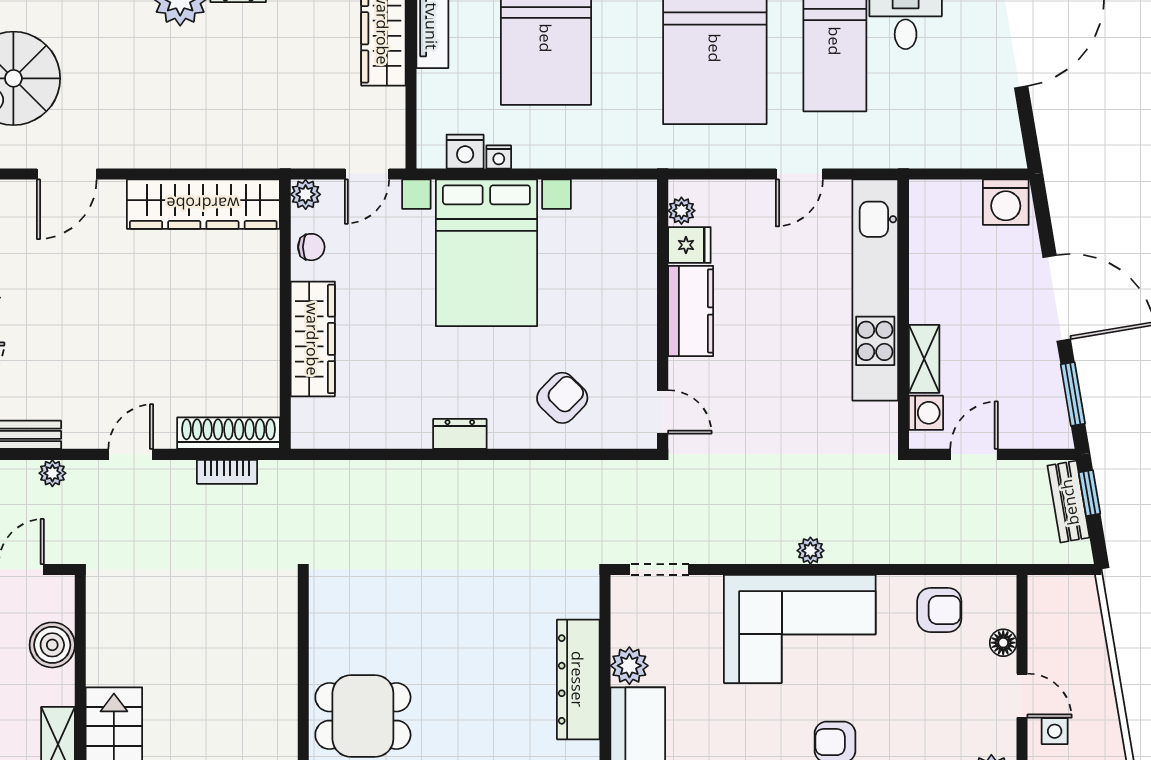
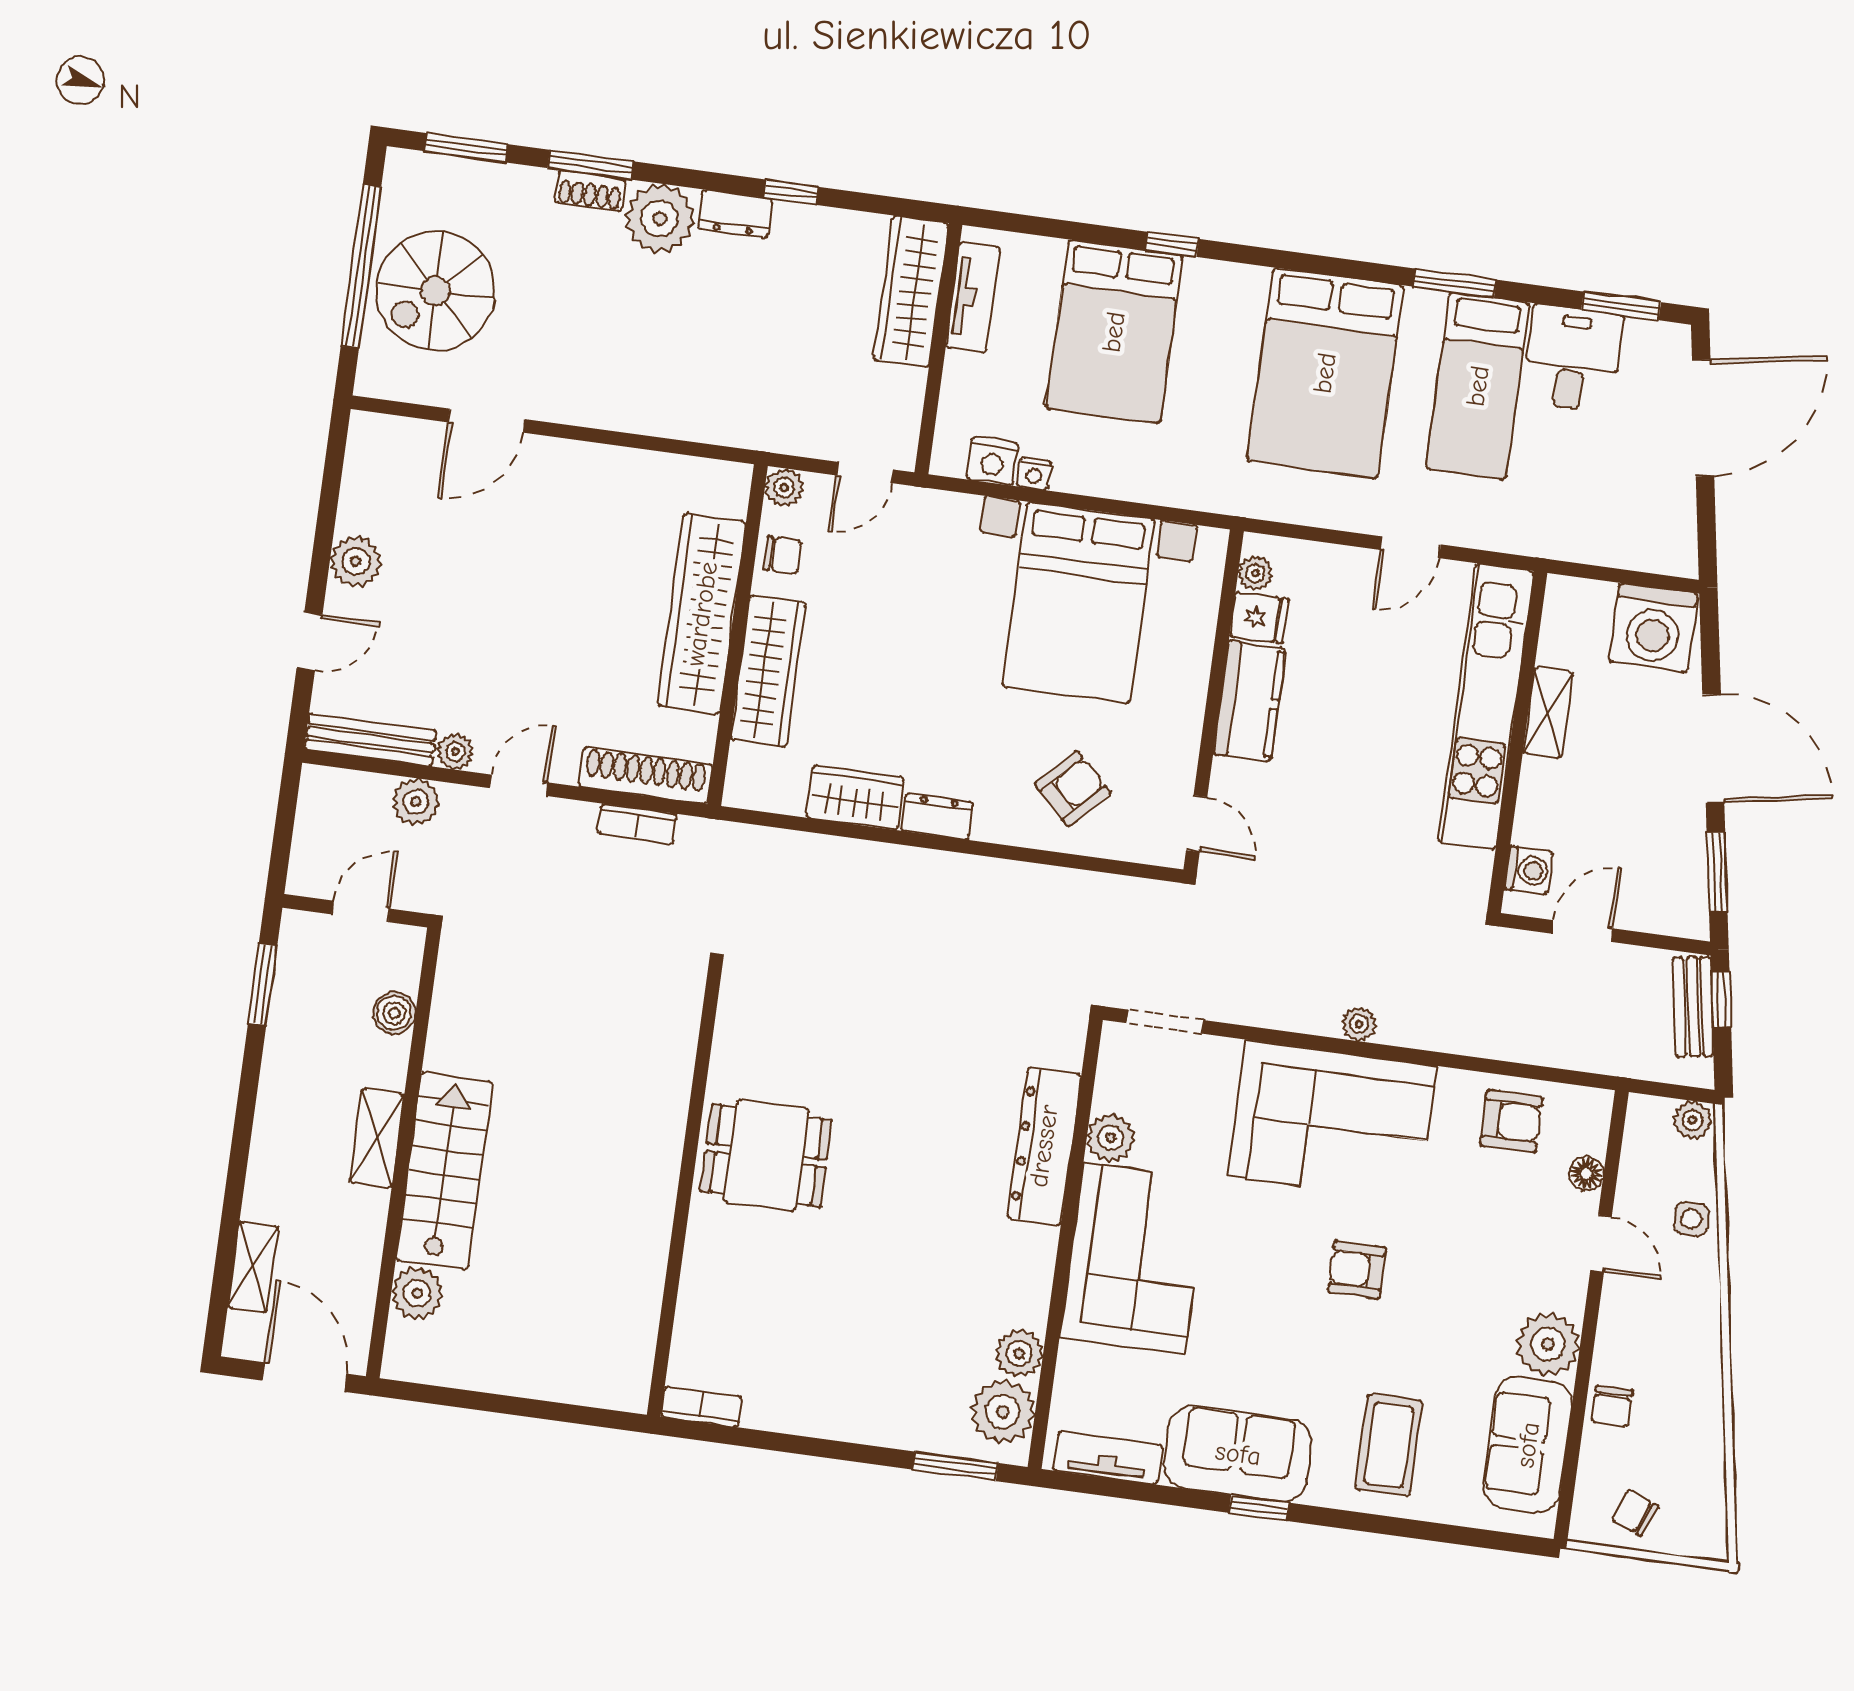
washing machine: (1006, 202) -> (1654, 628), width x1.37, depth x1.37
wardrobe: (203, 204) -> (702, 614), moved, turned 90
bed with nightstands: (486, 253) -> (1078, 603), moved
shelving: (924, 359) -> (1548, 712), moved
wardrobe: (394, 428) -> (855, 797), added
plant: (78, 435) -> (455, 752), added
plant: (52, 473) -> (416, 802), width x1.38, depth x1.38
plant: (1080, 590) -> (1693, 1120), added
boiler: (52, 645) -> (394, 1013), width x0.73, depth x0.73
side table: (1055, 731) -> (1691, 1219), moved

